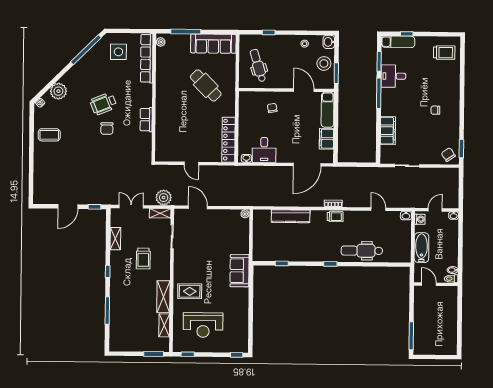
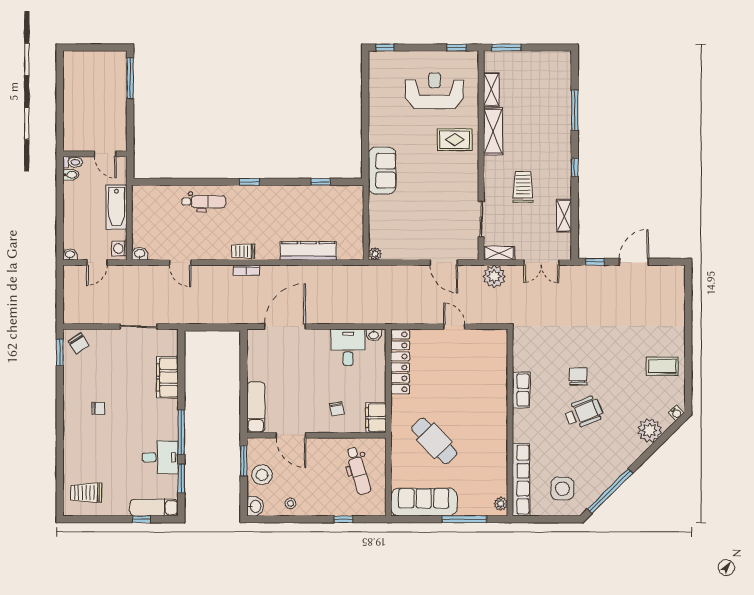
filing cabinet: (326, 139) -> (376, 418), moved, turned 180
dental chair: (362, 251) -> (204, 202), width x0.73, depth x0.72

